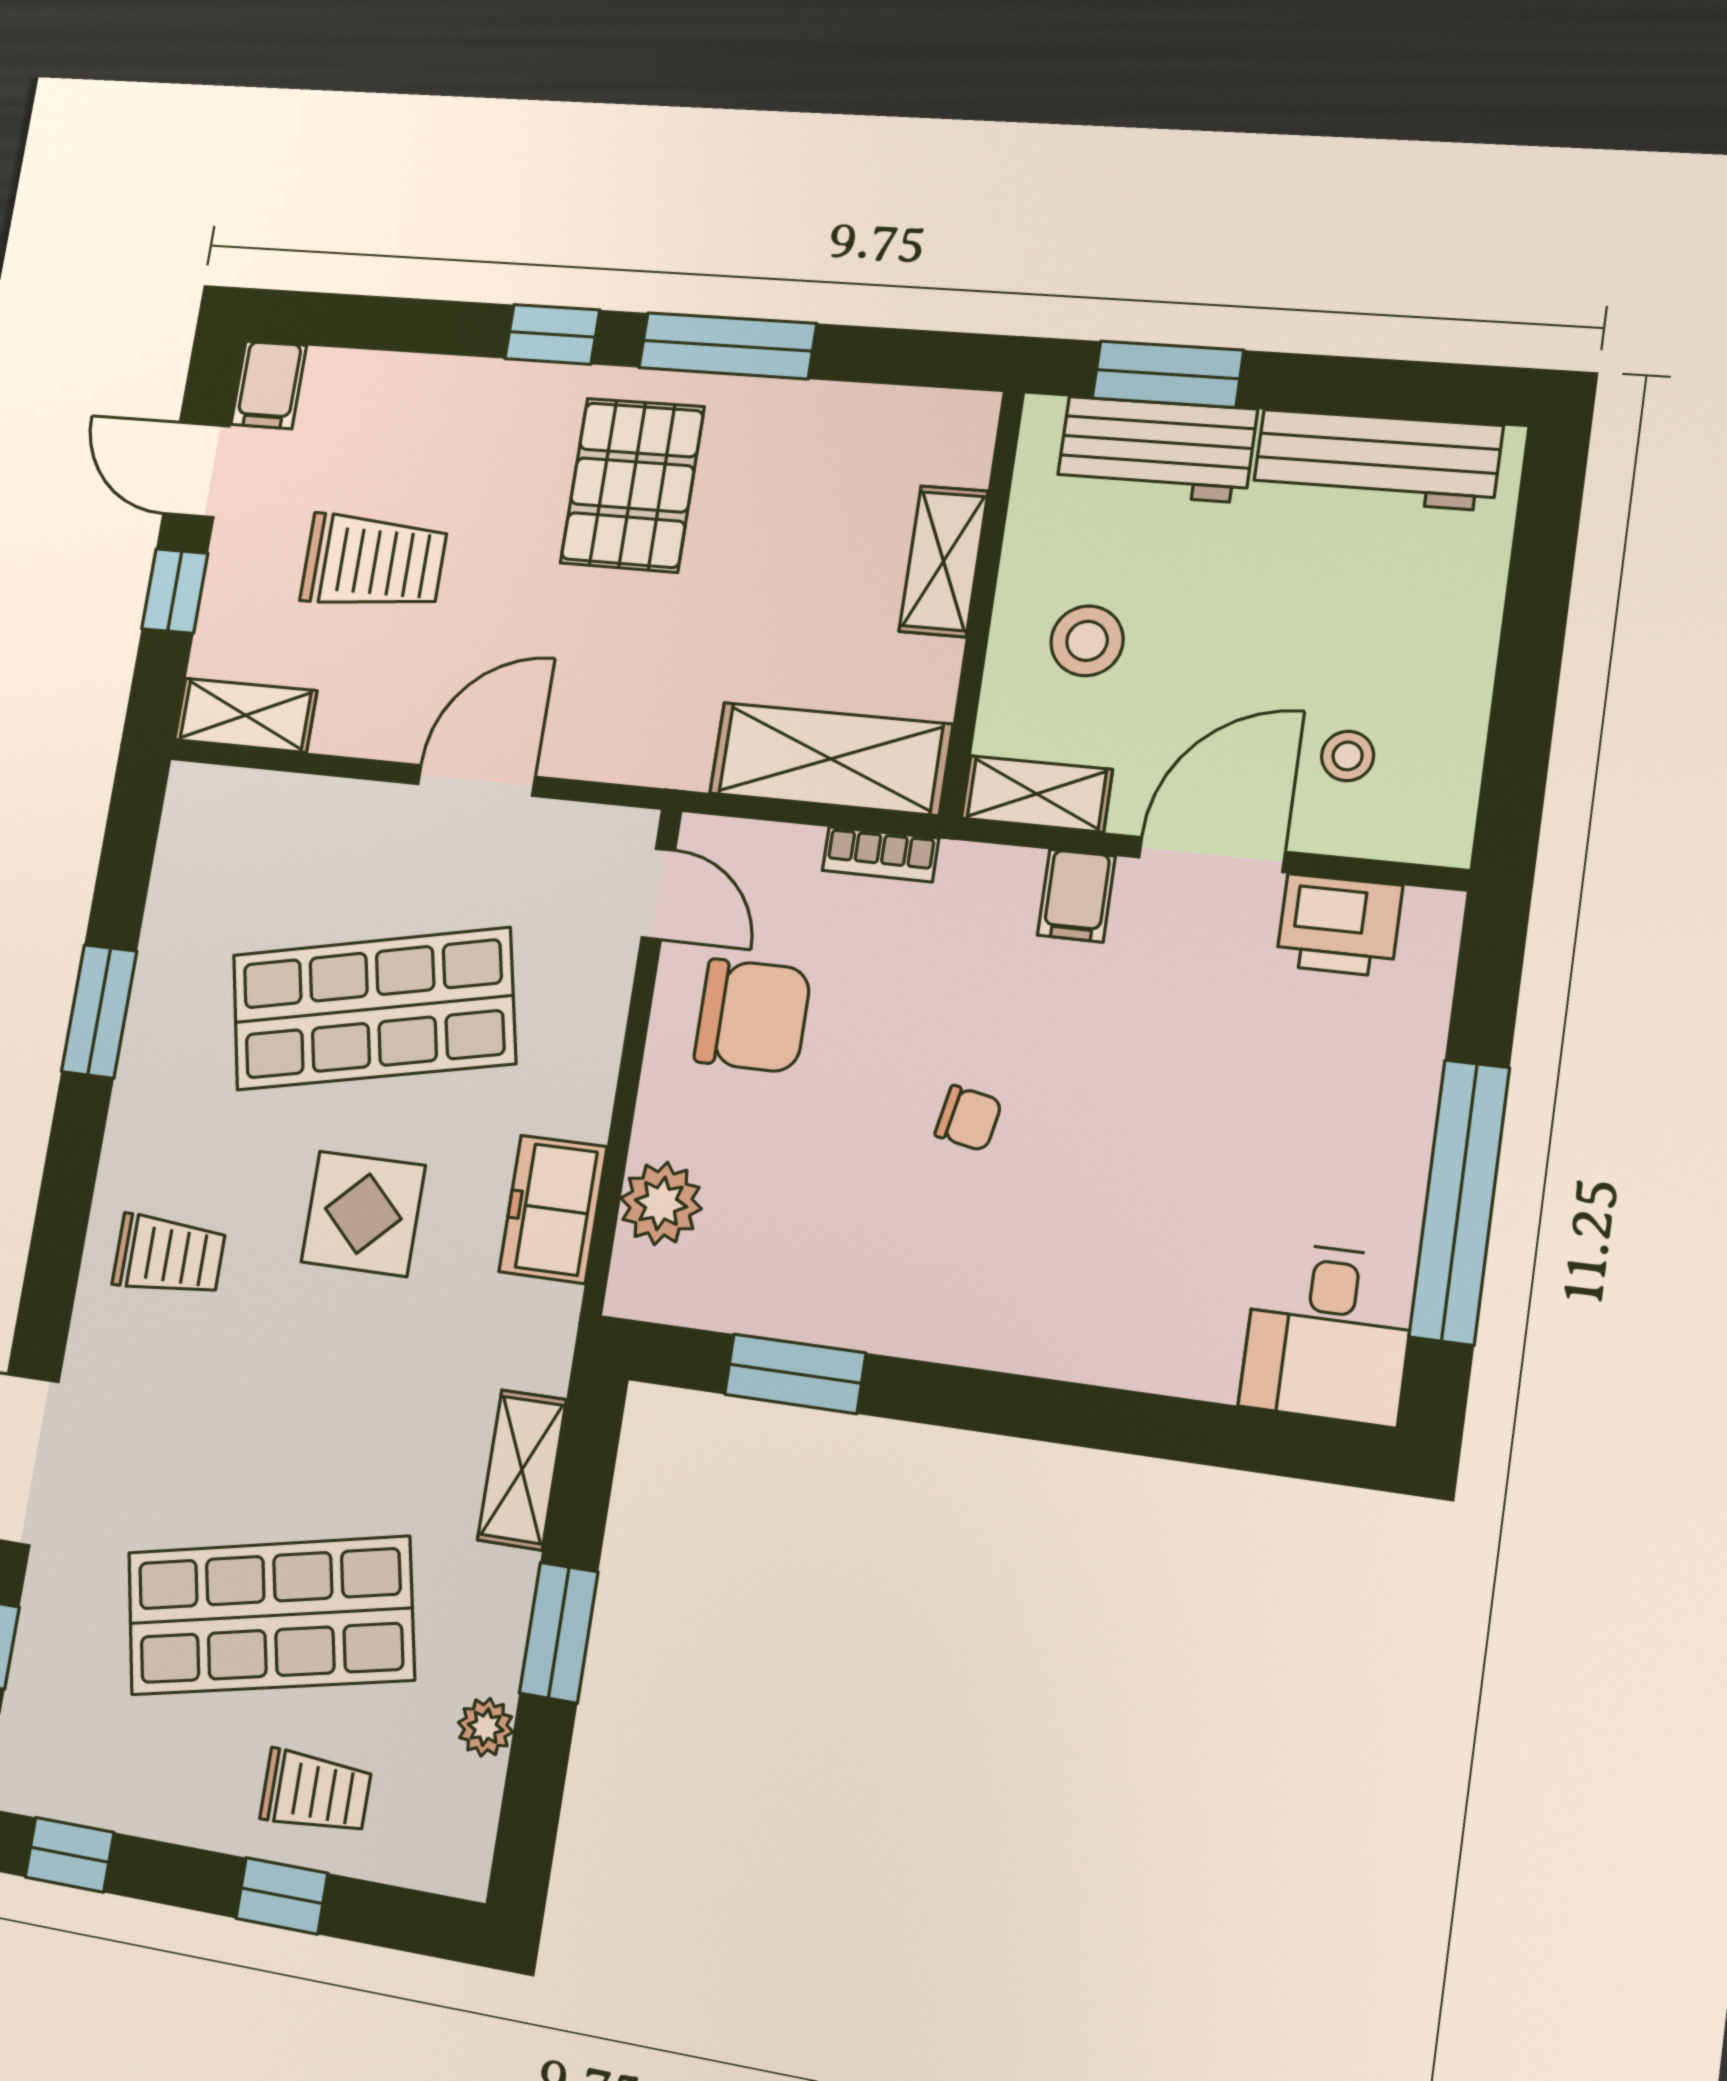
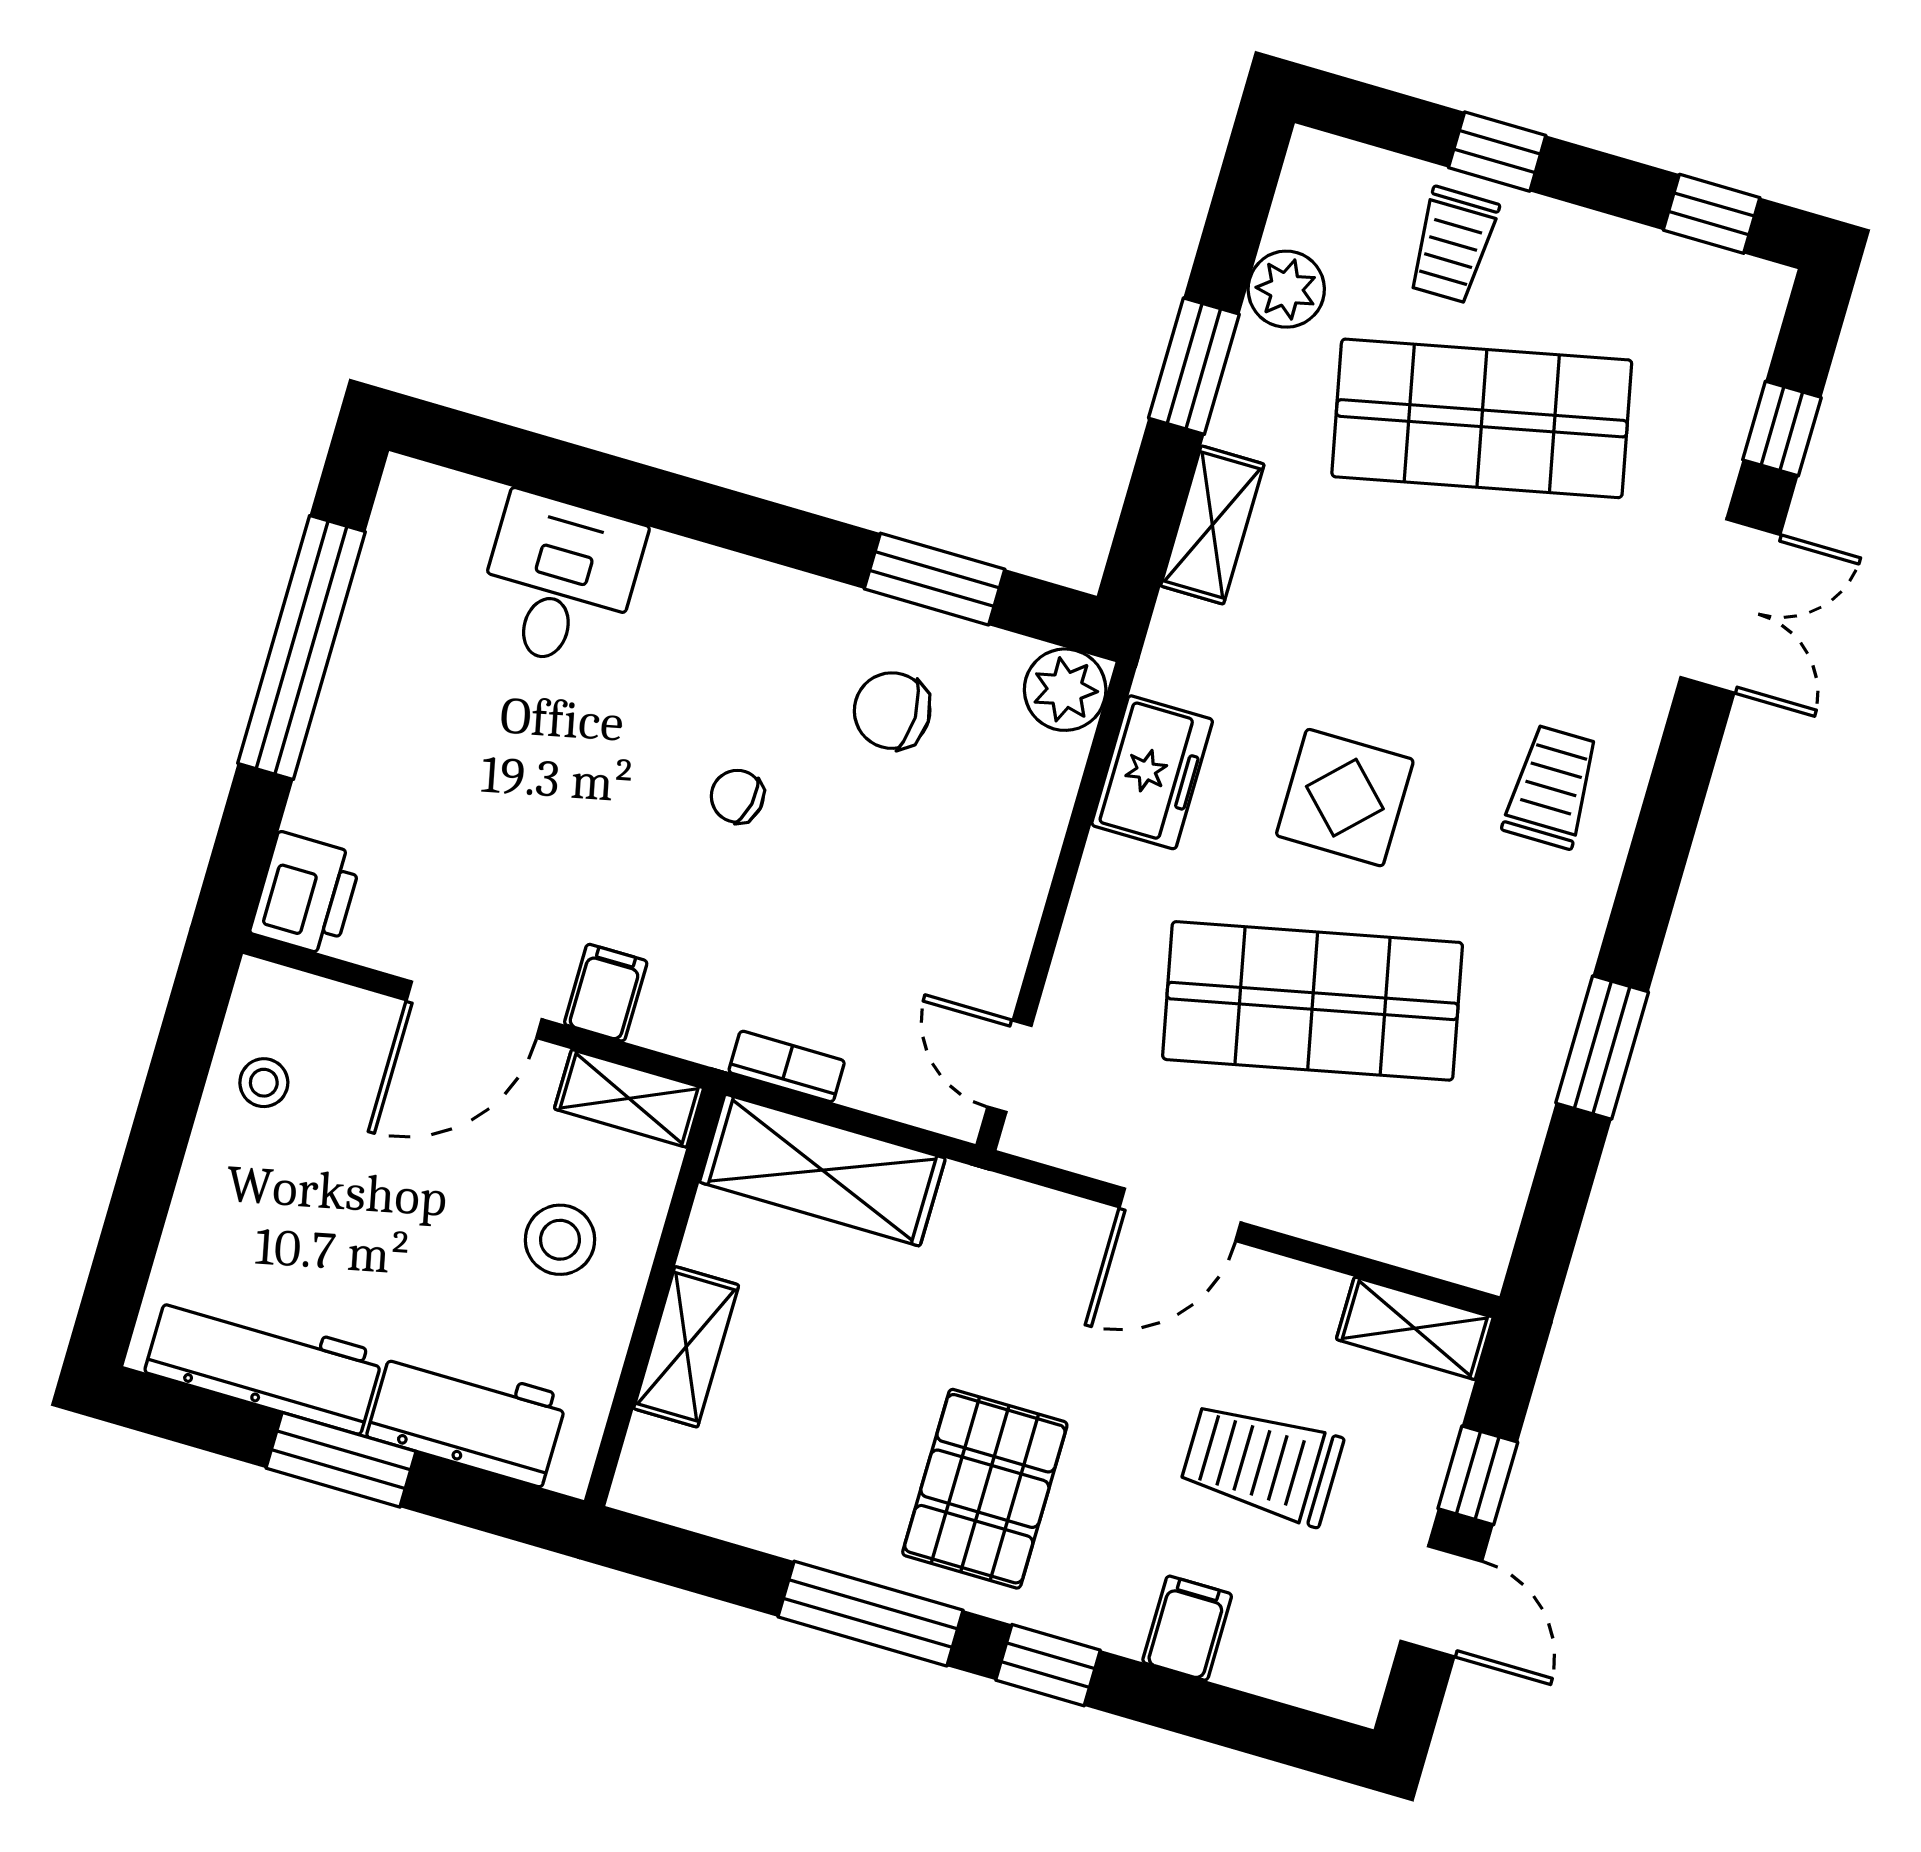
window: (1168, 374) -> (341, 1460), moved
filing cabinet: (269, 385) -> (1187, 1628), moved
stool: (1348, 756) -> (264, 1083), moved
printer: (1339, 925) -> (306, 894), moved, turned 90
chair: (753, 1016) -> (892, 711), moved, width x0.73, depth x0.73
plant: (661, 1203) -> (1065, 690), moved
trolley: (169, 1255) -> (1551, 787), turned 90
desk: (1328, 1333) -> (559, 581), moved
plant: (486, 1727) -> (1286, 289), width x1.38, depth x1.38
trolley: (316, 1792) -> (1453, 245), turned -90

